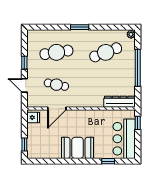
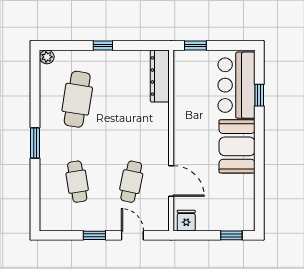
cafe table: (56, 52) -> (77, 182), width x0.73, depth x0.74
cafe table: (106, 52) -> (77, 99), turned 30
window: (138, 68) -> (103, 45), width x0.32
door: (24, 85) -> (132, 235), swing flipped
bar counter: (124, 139) -> (237, 85), moved, turned 90

